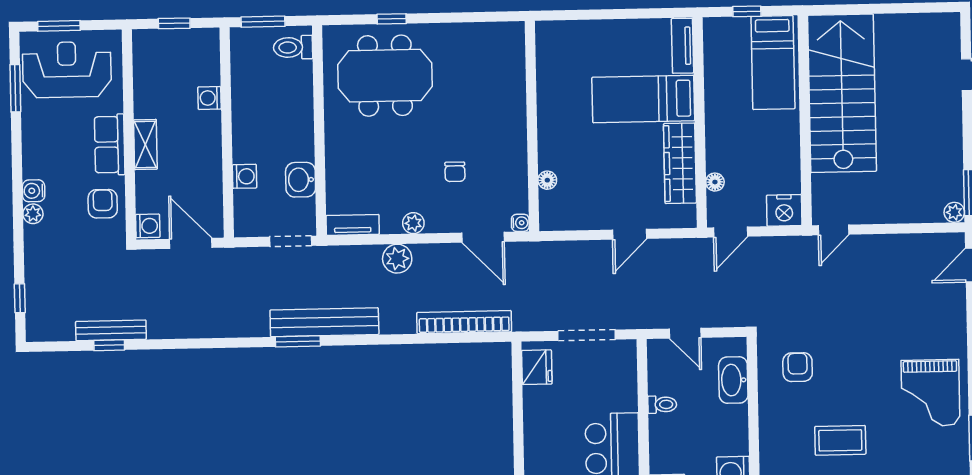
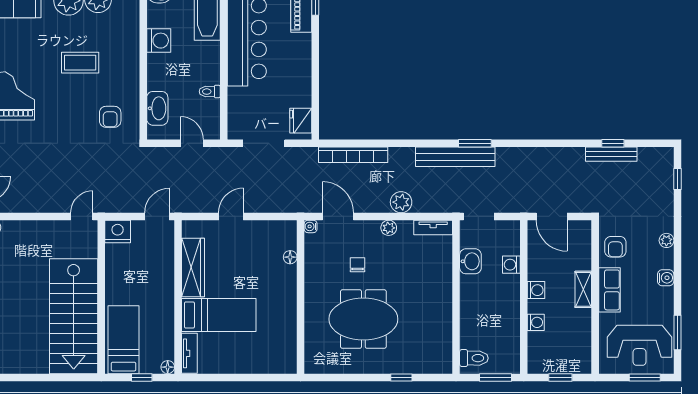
meeting table: (385, 76) -> (363, 319), moved
floor lamp: (715, 182) -> (168, 367), moved
water cooler: (34, 191) -> (666, 278), moved
washing machine: (148, 226) -> (536, 290), moved, turned 180

